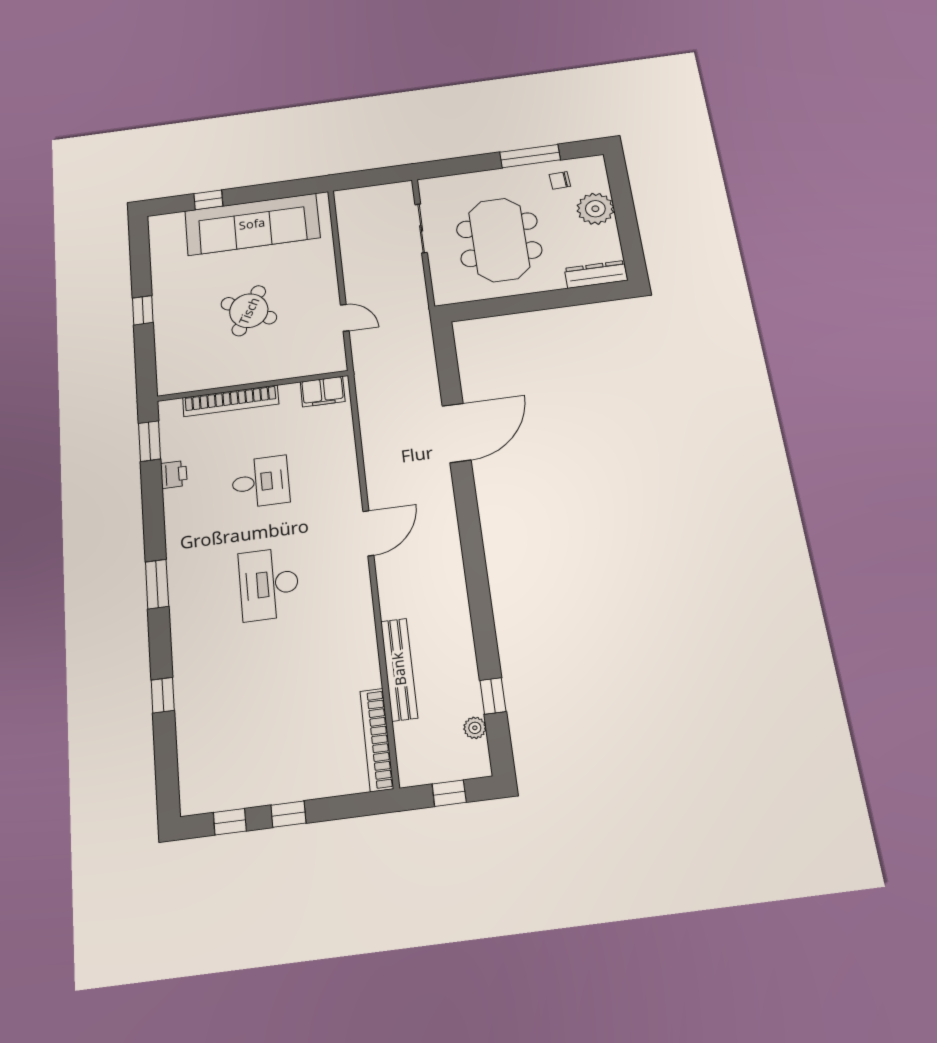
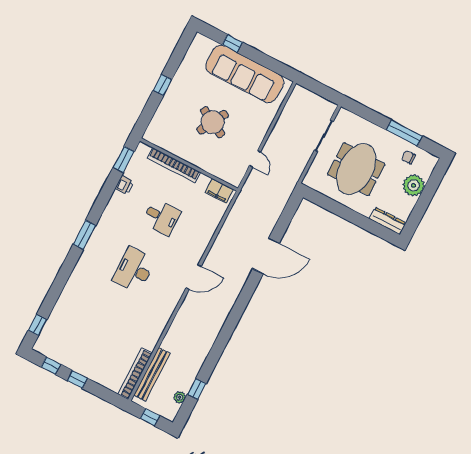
bench: (399, 669) -> (152, 374), moved
window: (163, 695) -> (38, 325), moved

